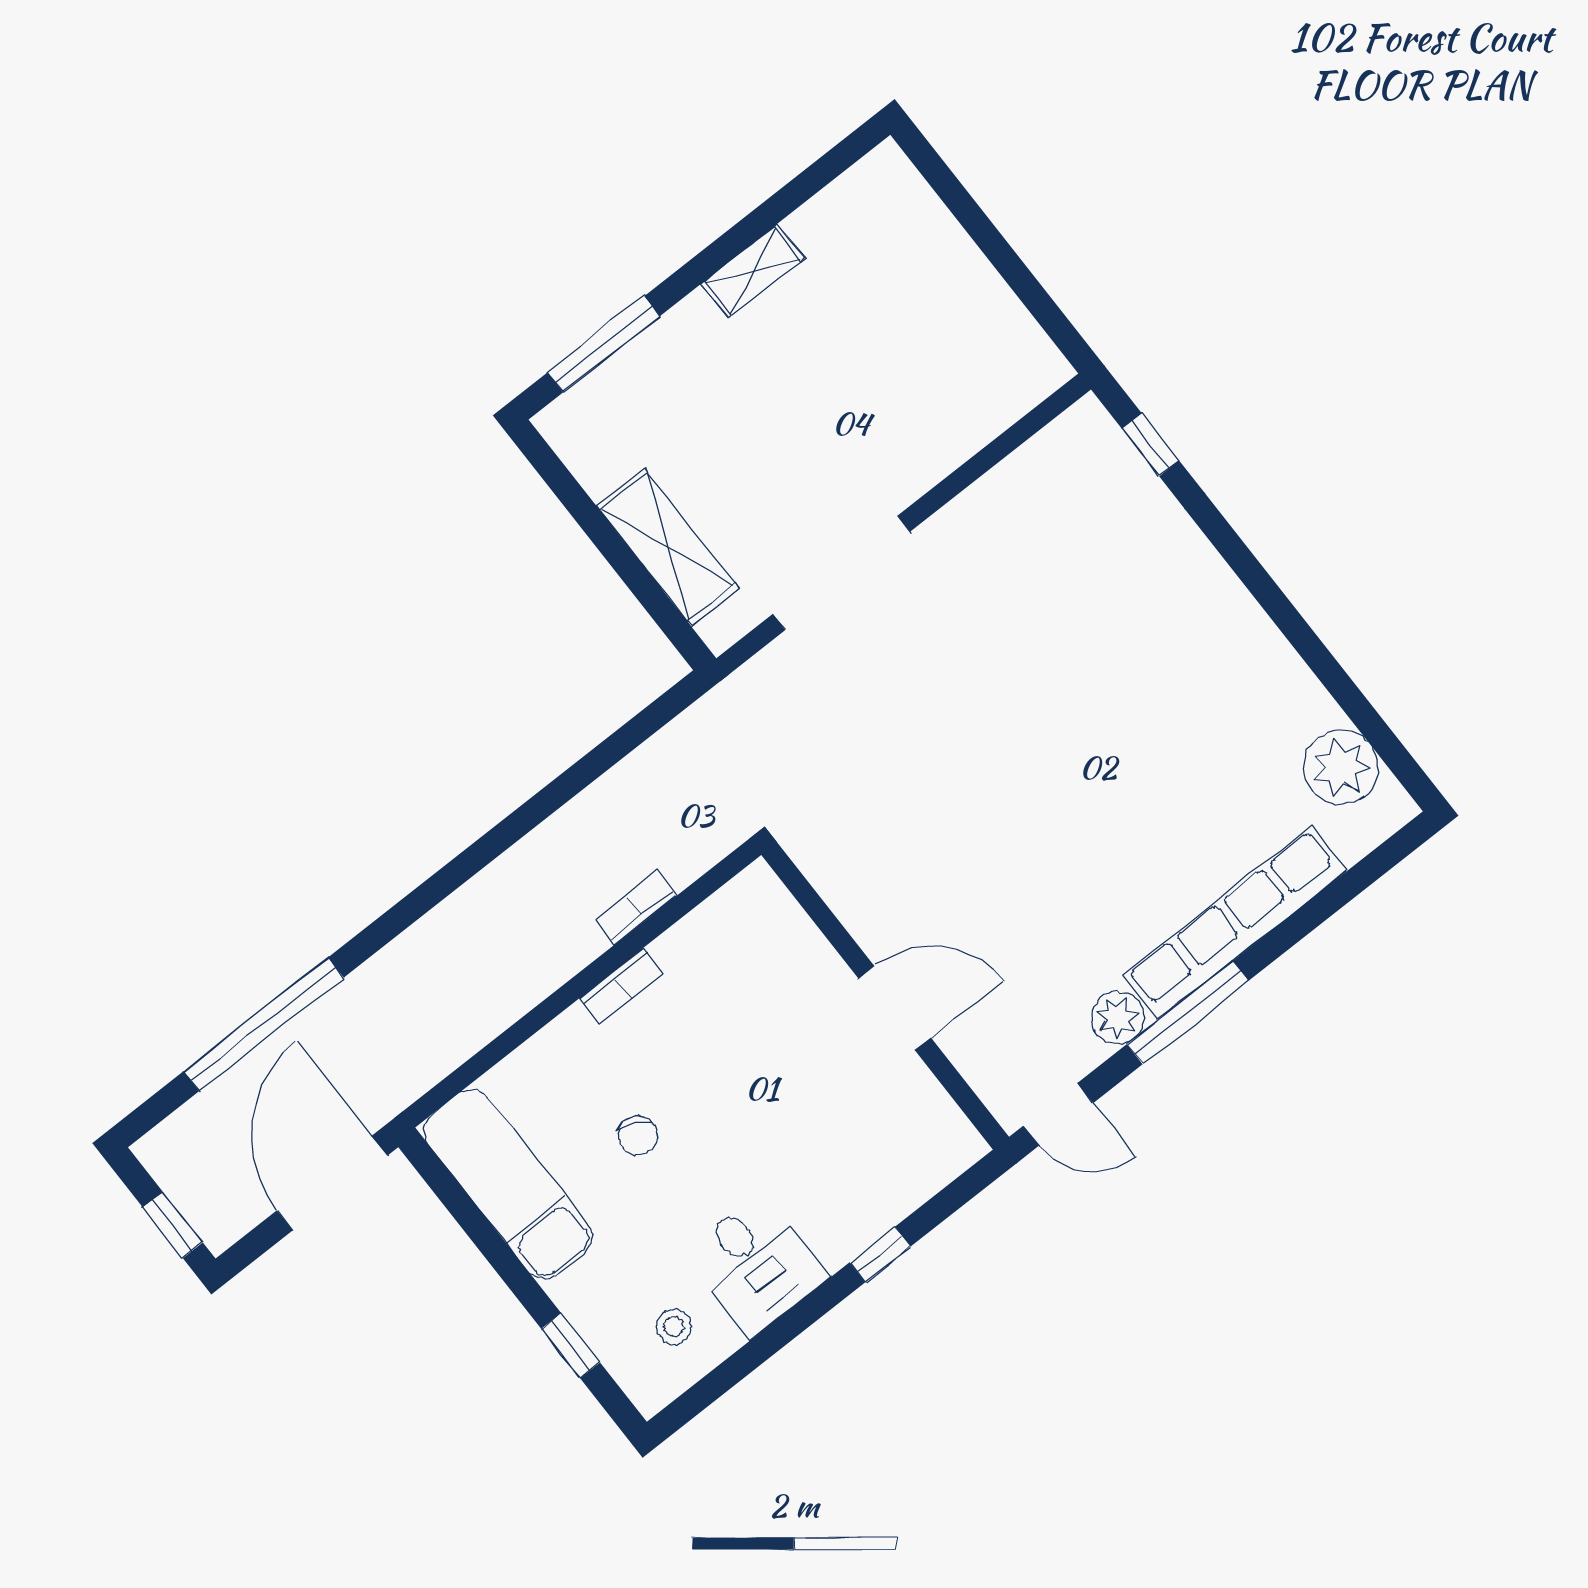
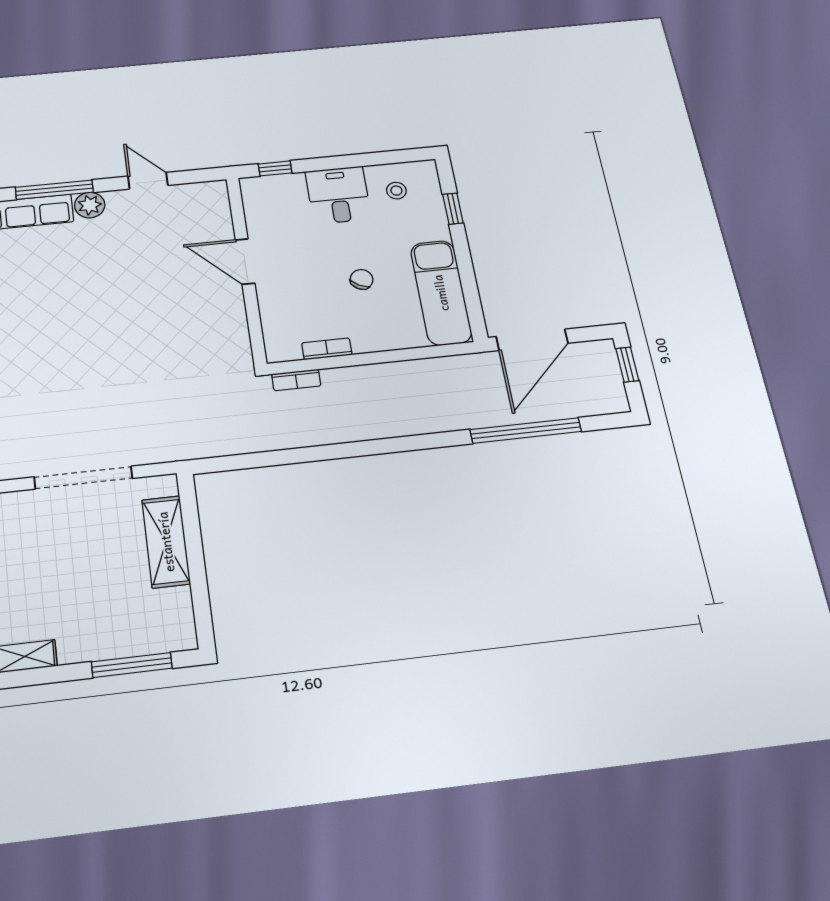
wall: (885, 996) -> (246, 269), moved
door: (895, 1008) -> (245, 261), moved

